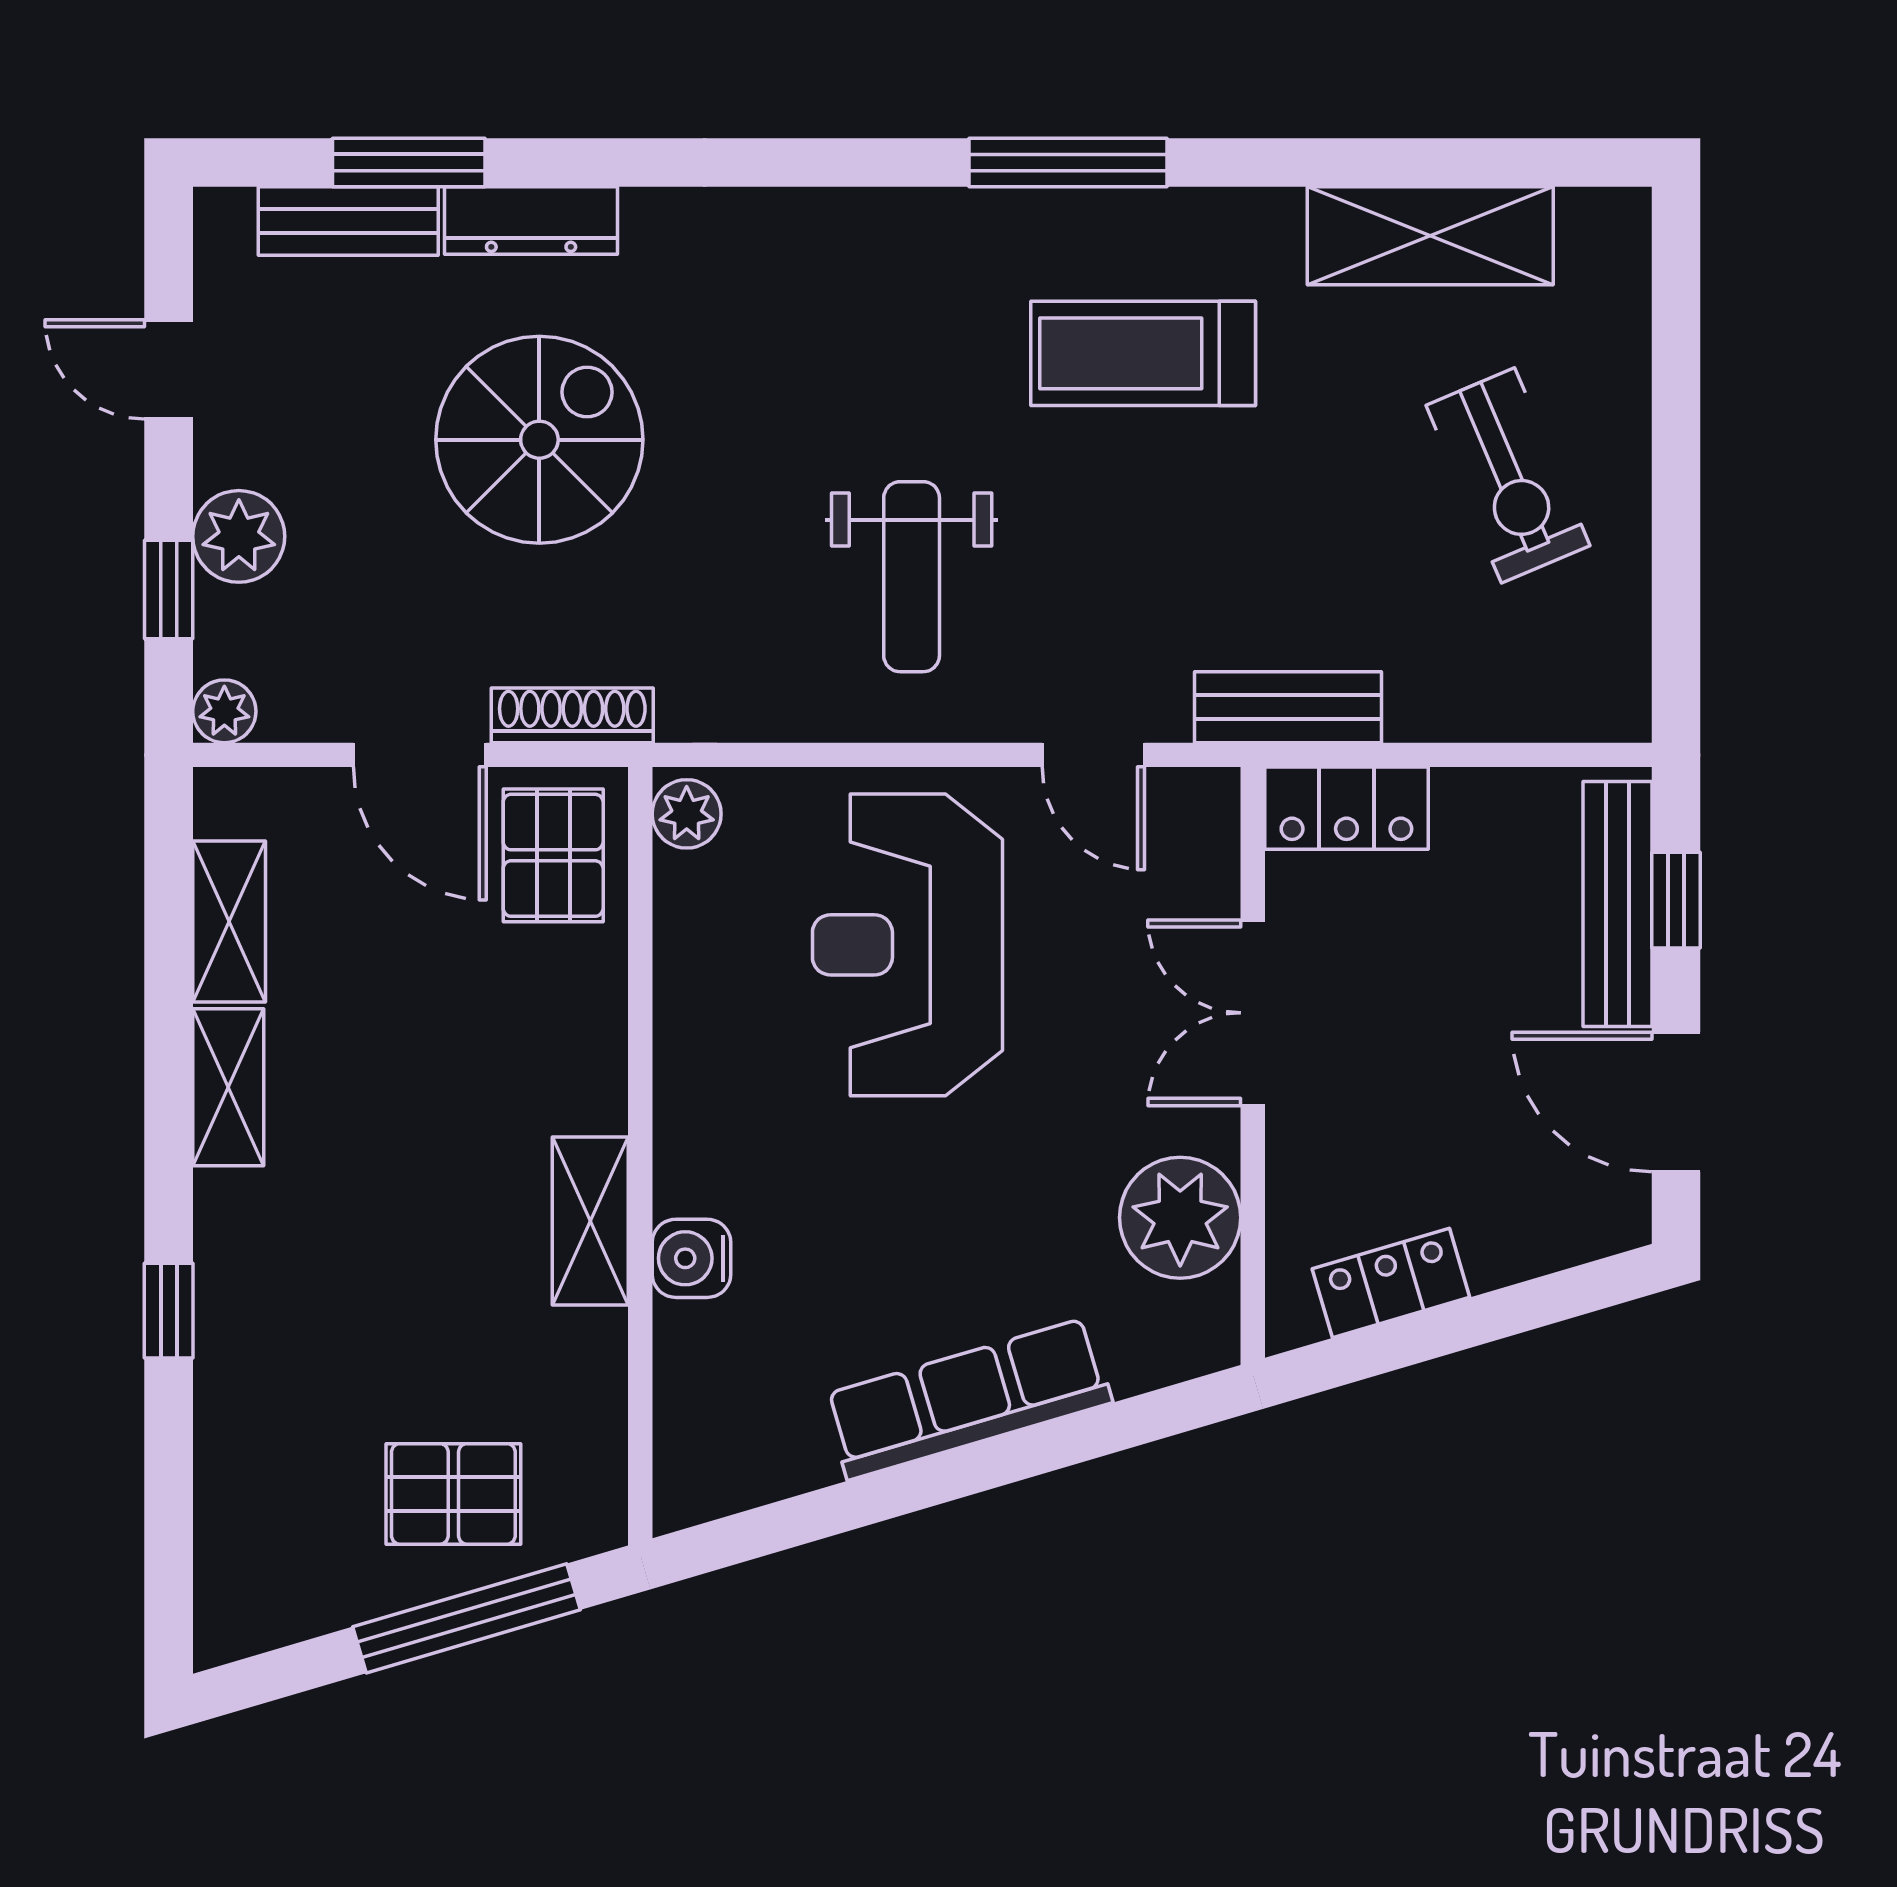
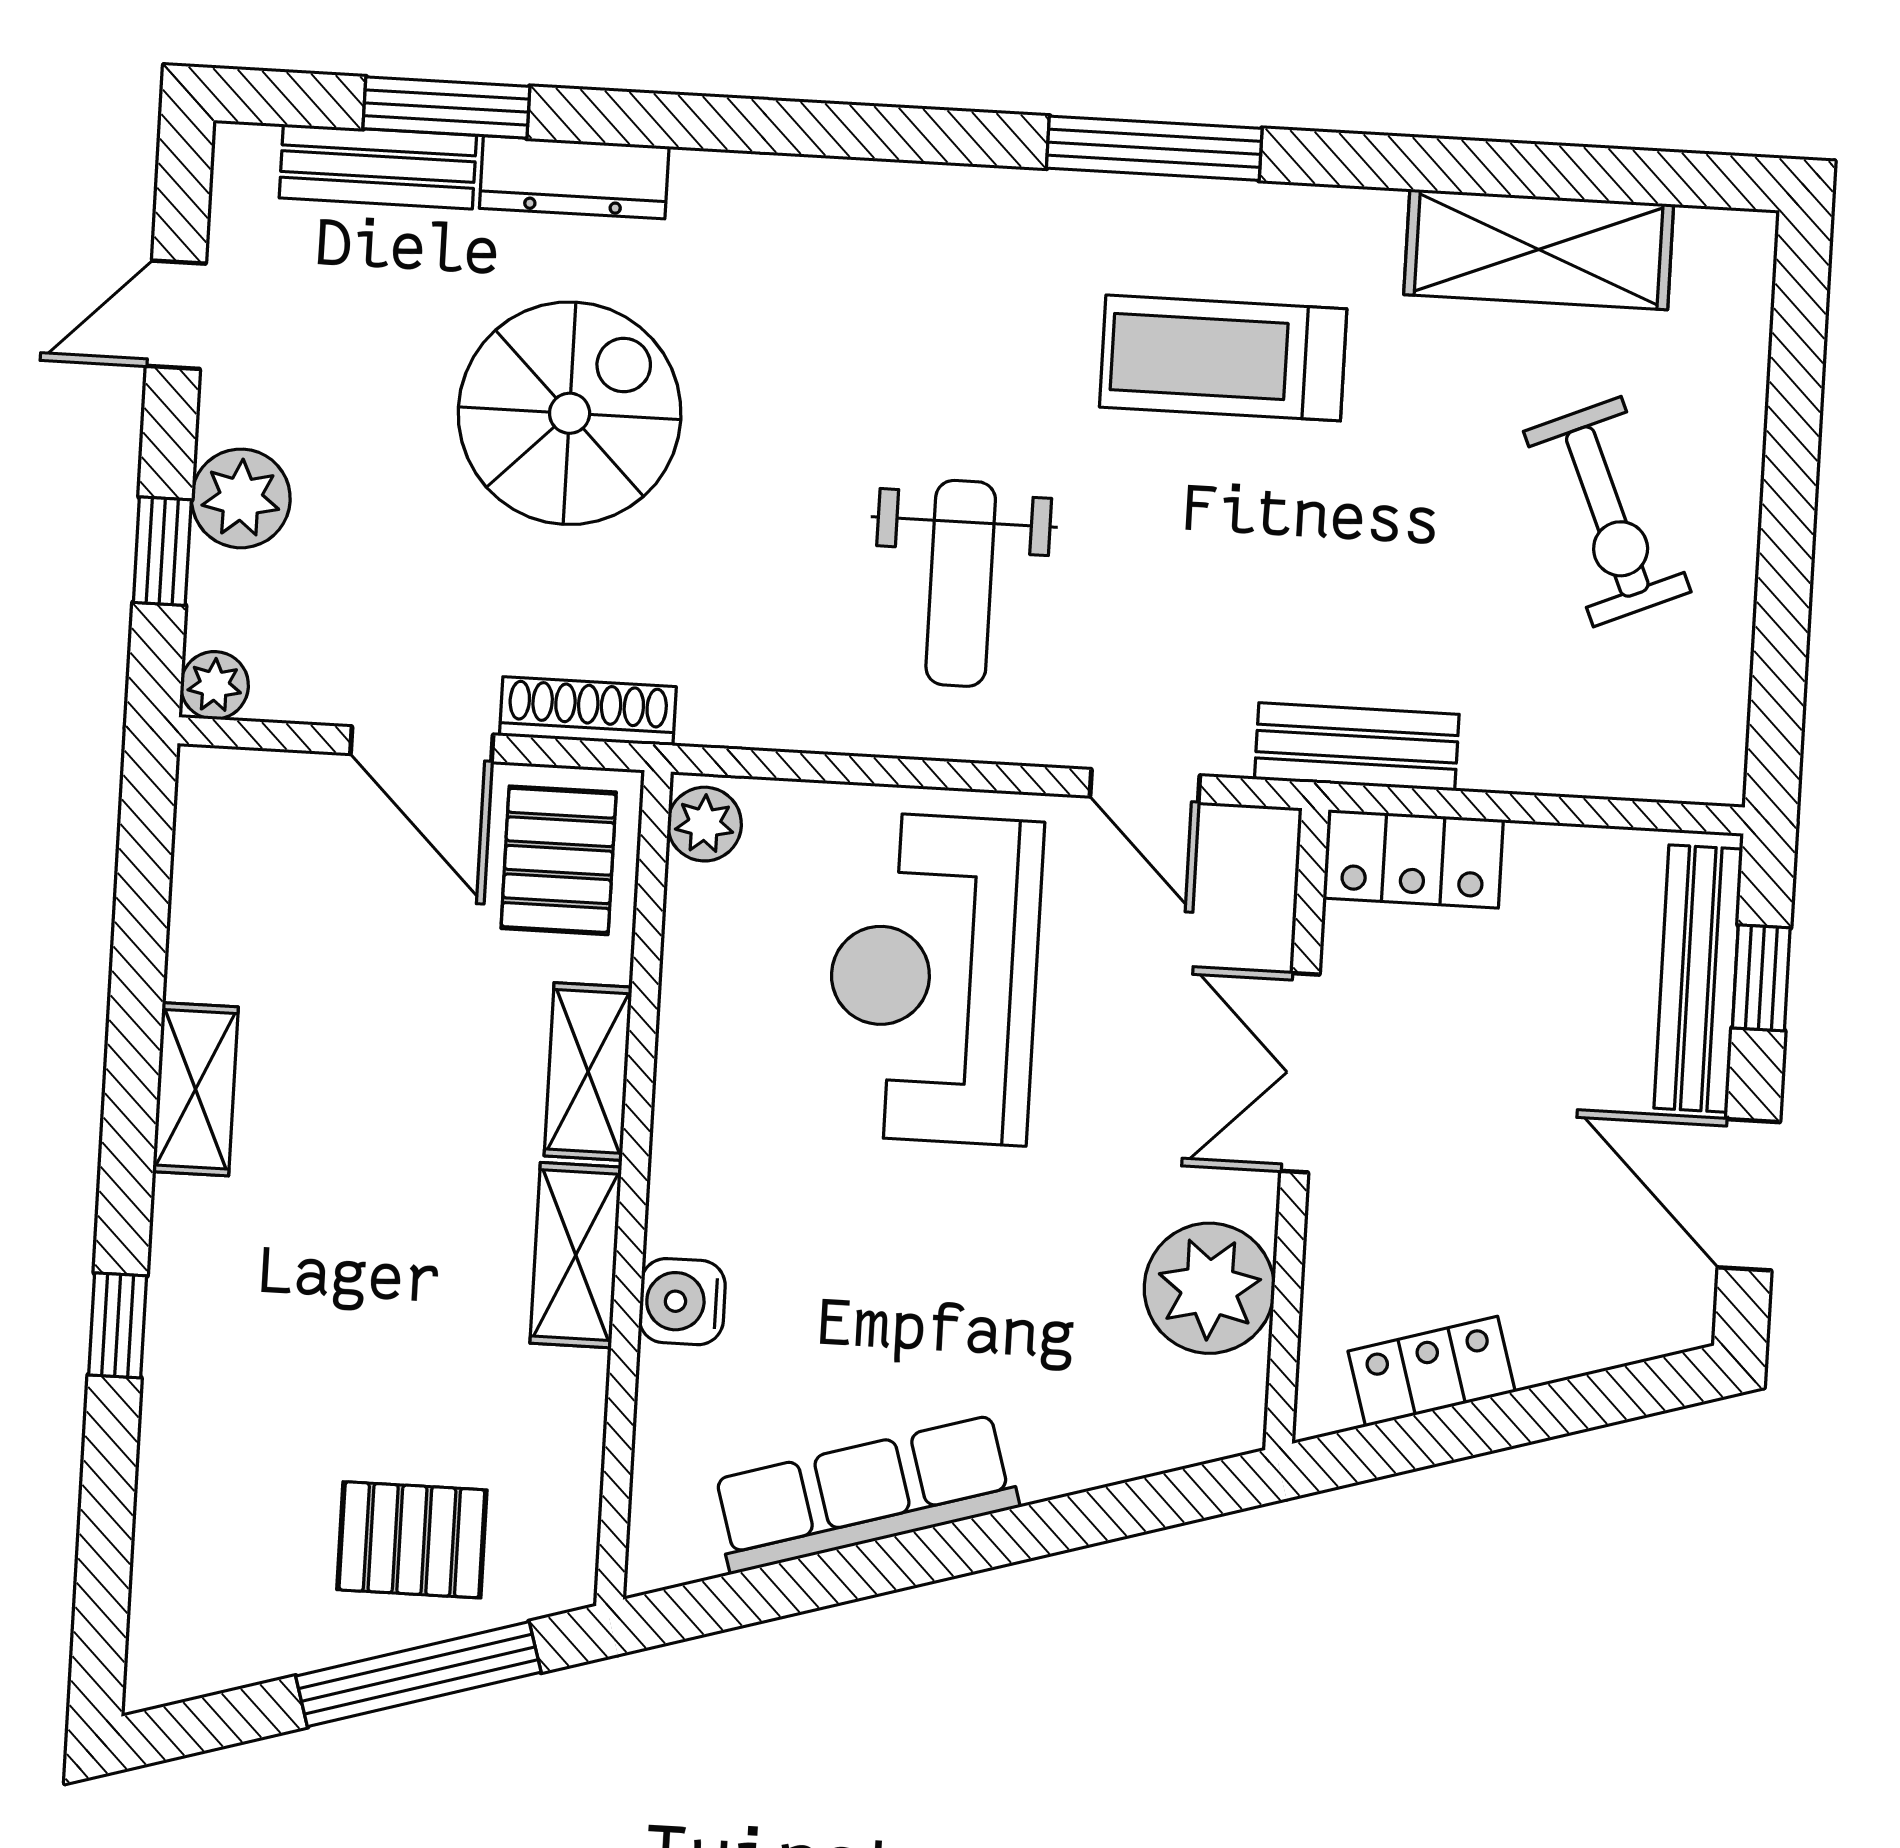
door: (169, 369) -> (176, 315), hinge flipped
shelving: (229, 921) -> (588, 1071), moved
row of seats: (968, 1399) -> (864, 1494), moved

